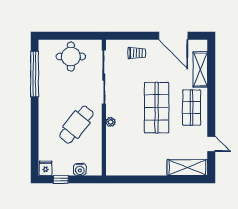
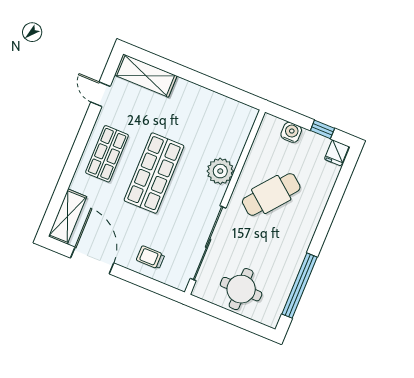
shelving: (200, 69) -> (68, 216), moved
plant: (111, 122) -> (220, 171), width x1.88, depth x1.88

